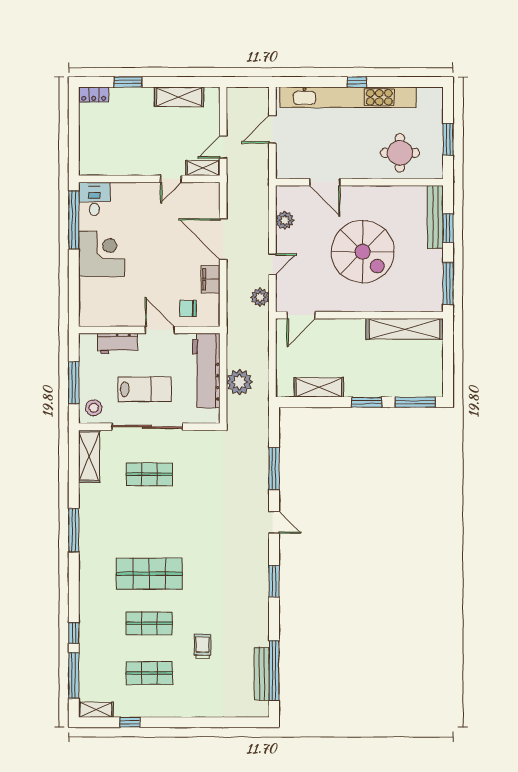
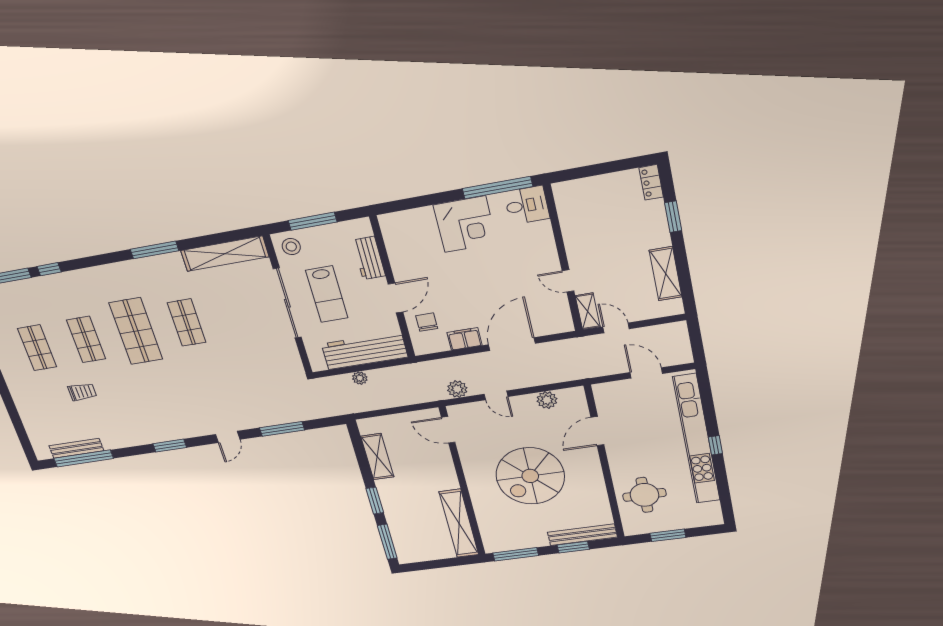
plant: (240, 382) -> (360, 378), width x0.53, depth x0.53
shelving: (89, 456) -> (225, 254), width x1.47
shop shelf: (149, 474) -> (187, 323), moved

